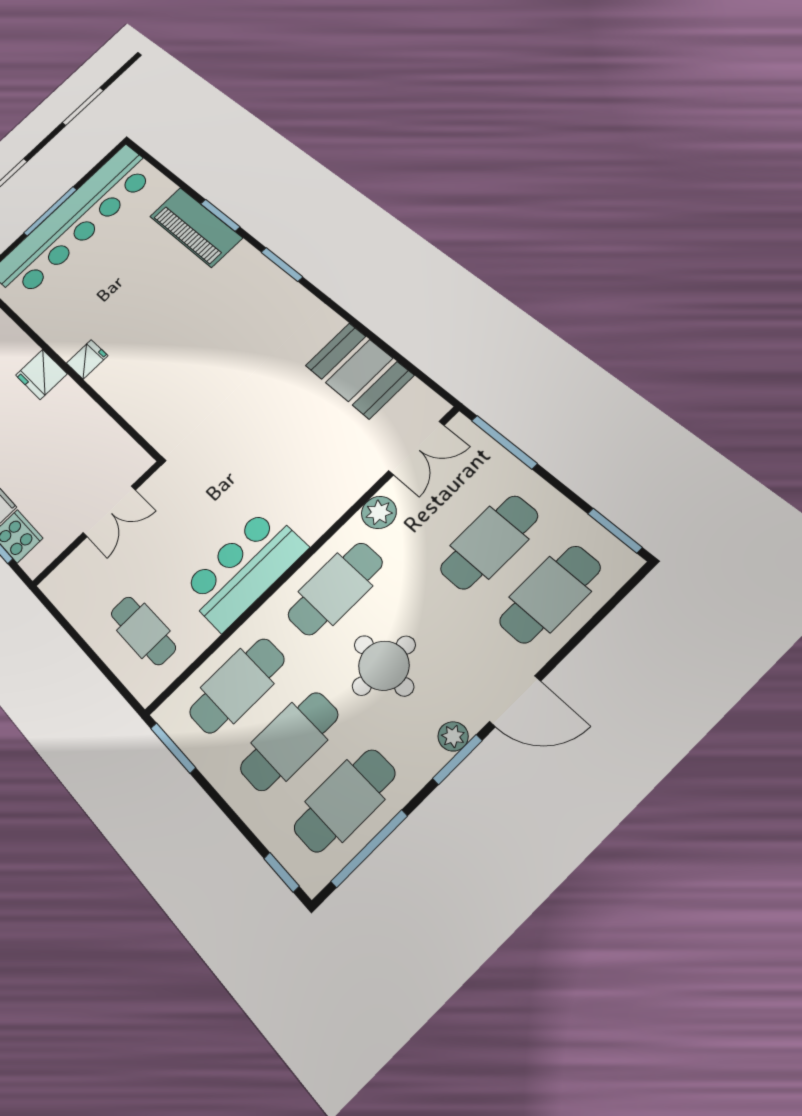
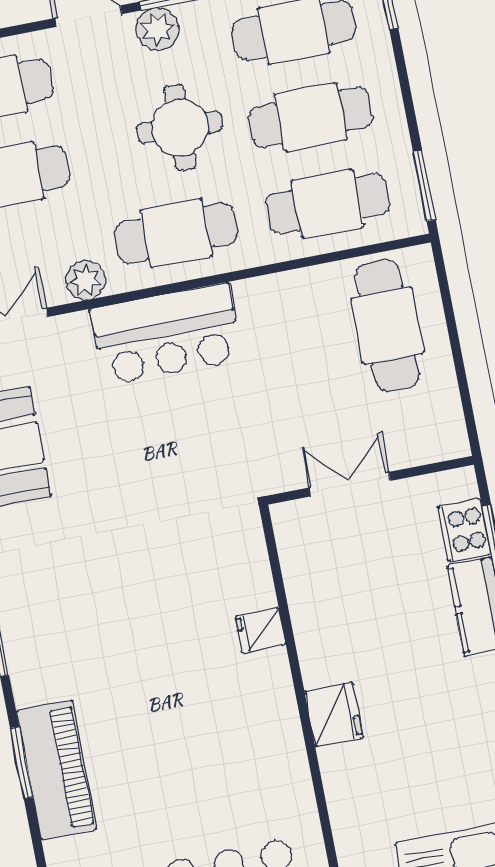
fridge: (87, 359) -> (261, 630), moved
bar counter: (244, 569) -> (166, 334), moved
cafe table: (143, 631) -> (387, 325), width x1.37, depth x1.35
plant: (453, 736) -> (157, 29), width x1.38, depth x1.38

